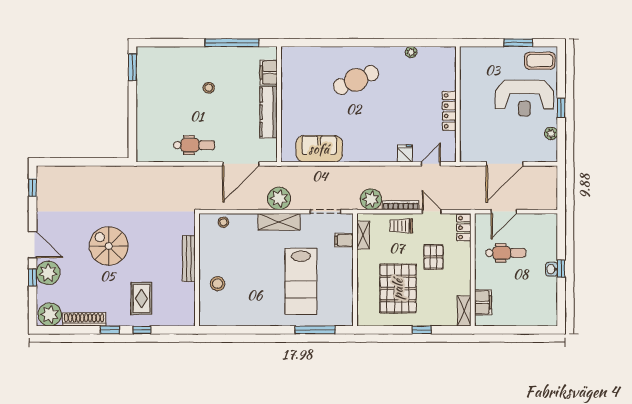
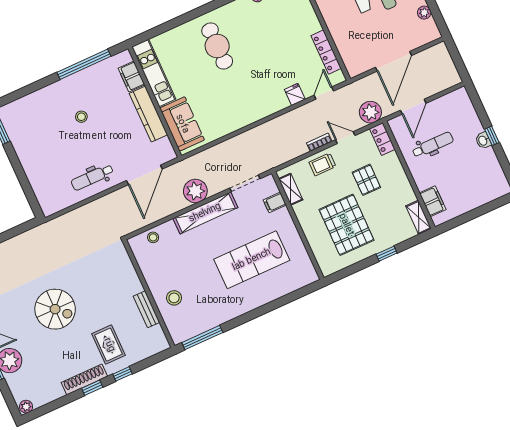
kitchen unit: (290, 78) -> (154, 73), added
cafe table: (356, 80) -> (217, 46), turned -66
locker: (449, 111) -> (326, 52), moved
dental chair: (194, 145) -> (92, 177), turned 180
sofa: (319, 149) -> (182, 124), moved, turned 90
plant: (371, 199) -> (370, 112), moved
bookcase: (401, 205) -> (319, 142), width x0.64
shelving: (279, 222) -> (205, 213), width x1.47
spiral stairs: (109, 246) -> (55, 309), turned 180
bench: (189, 259) -> (146, 309), moved, width x0.73
lab bench: (301, 281) -> (252, 260), turned 90
plant: (50, 314) -> (26, 407), width x0.53, depth x0.53
shoe rack: (84, 319) -> (84, 379), moved
window: (315, 330) -> (202, 338), moved

